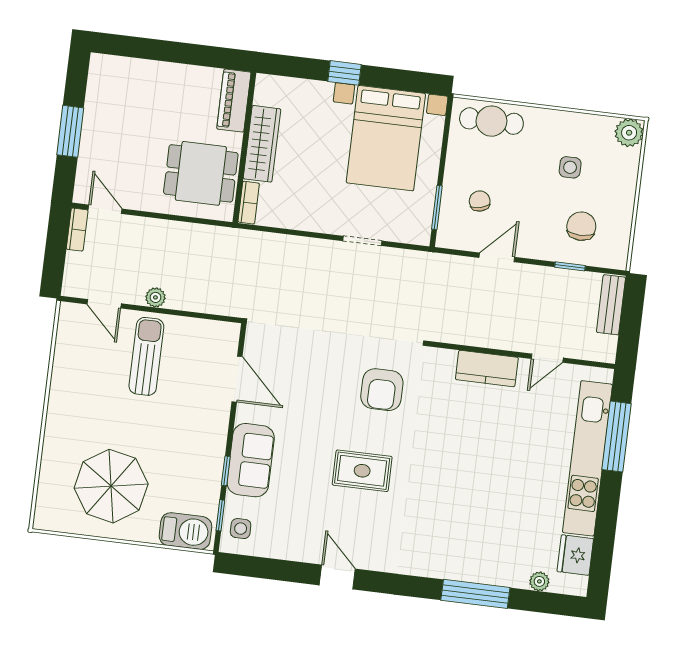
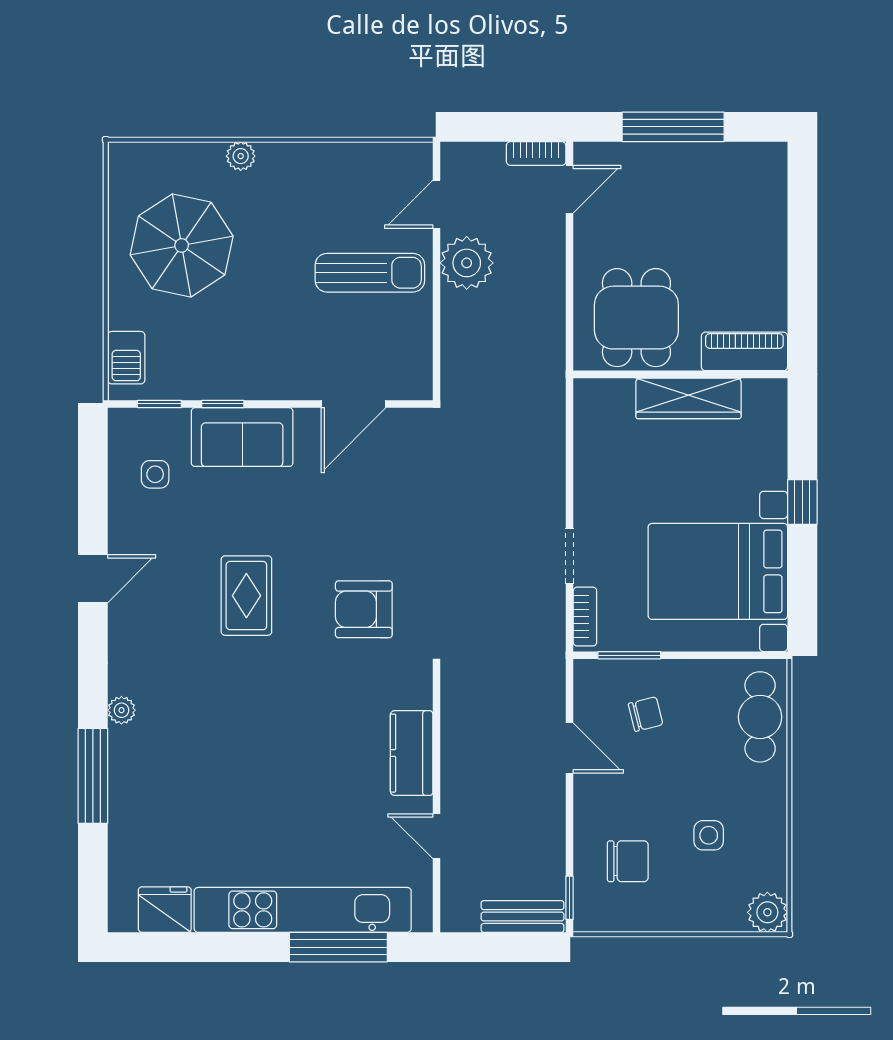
window: (70, 131) -> (673, 127), width x1.44
bookcase: (249, 203) -> (585, 617), moved, turned -90
window: (570, 266) -> (570, 898), moved
plant: (155, 297) -> (467, 263), width x1.88, depth x1.88
plant: (54, 437) -> (241, 156), added
side table: (241, 529) -> (155, 474), moved
barbecue: (185, 531) -> (126, 358), width x0.73, depth x0.79
plant: (539, 581) -> (121, 710), moved

